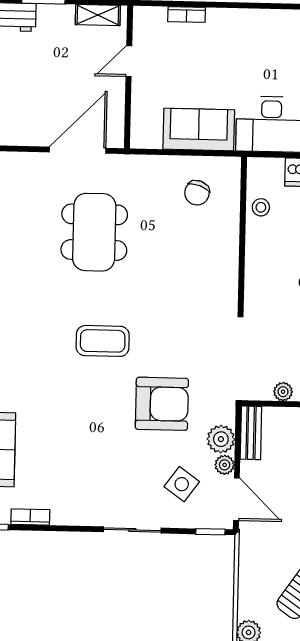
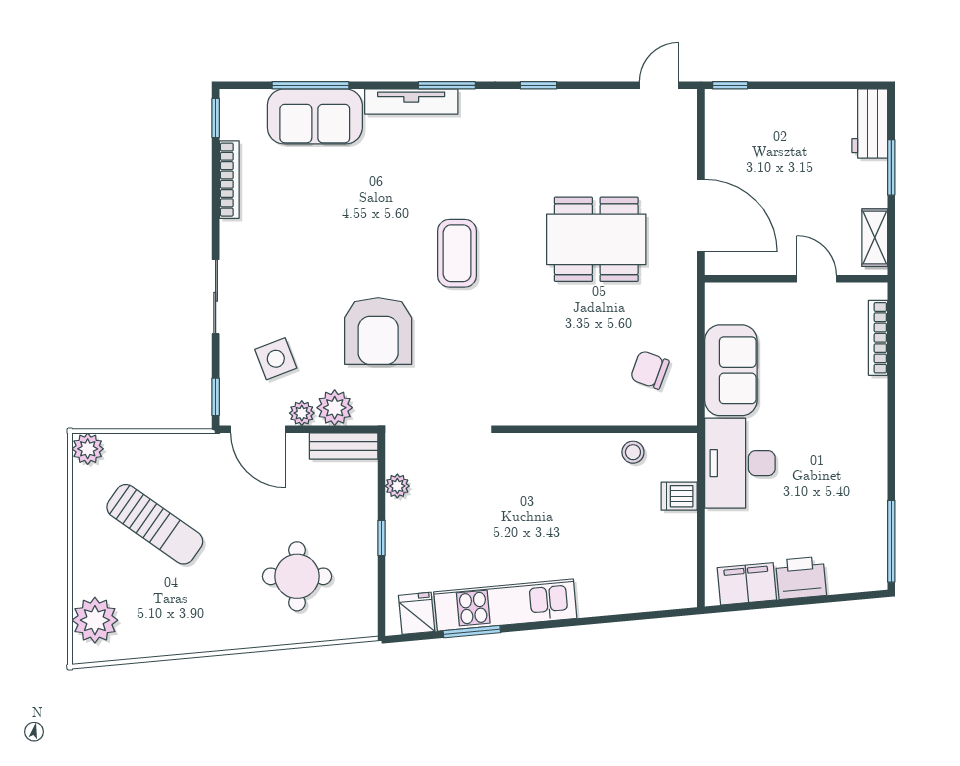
bookcase: (187, 14) -> (878, 338), width x1.56
side table: (182, 484) -> (276, 359), turned 33
door: (236, 499) -> (258, 429), hinge flipped
bookcase: (30, 517) -> (229, 180), width x1.56

